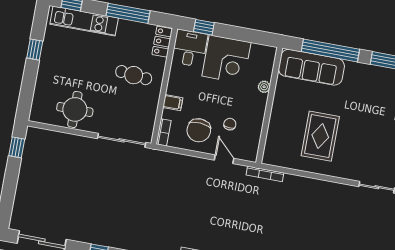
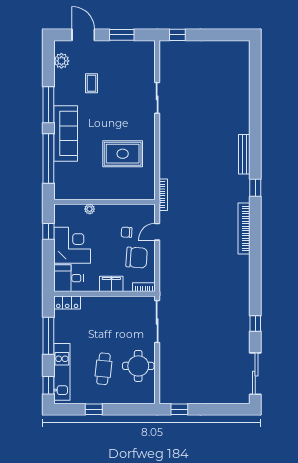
window: (204, 27) -> (48, 231), moved
sofa: (311, 67) -> (66, 133), moved
cafe table: (134, 75) -> (103, 369), moved
filing cabinet: (173, 103) -> (111, 284), width x2.00

